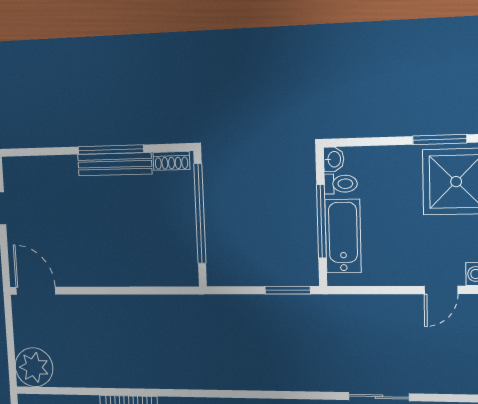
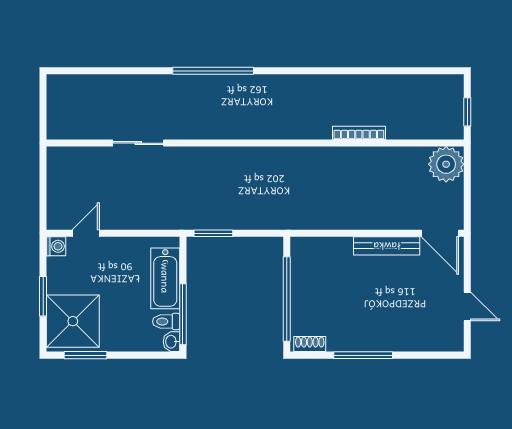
bench: (115, 164) -> (387, 246), moved
window: (321, 221) -> (183, 314), moved

